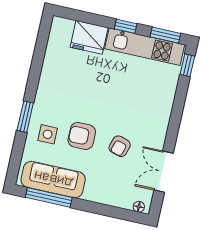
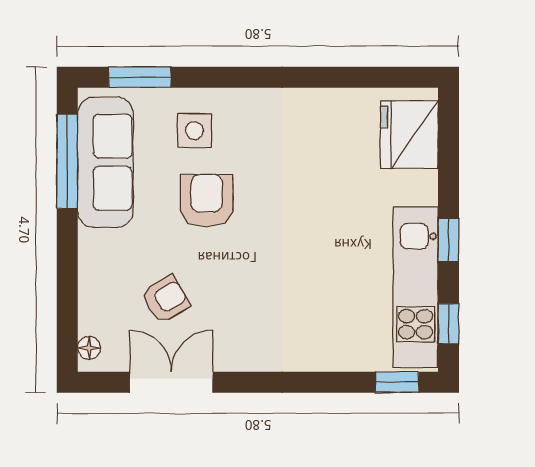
window: (165, 35) -> (448, 324), width x0.67
fridge: (89, 37) -> (409, 135), moved
window: (25, 117) -> (140, 77), moved
armchair: (120, 146) -> (166, 299), moved, turned 133

